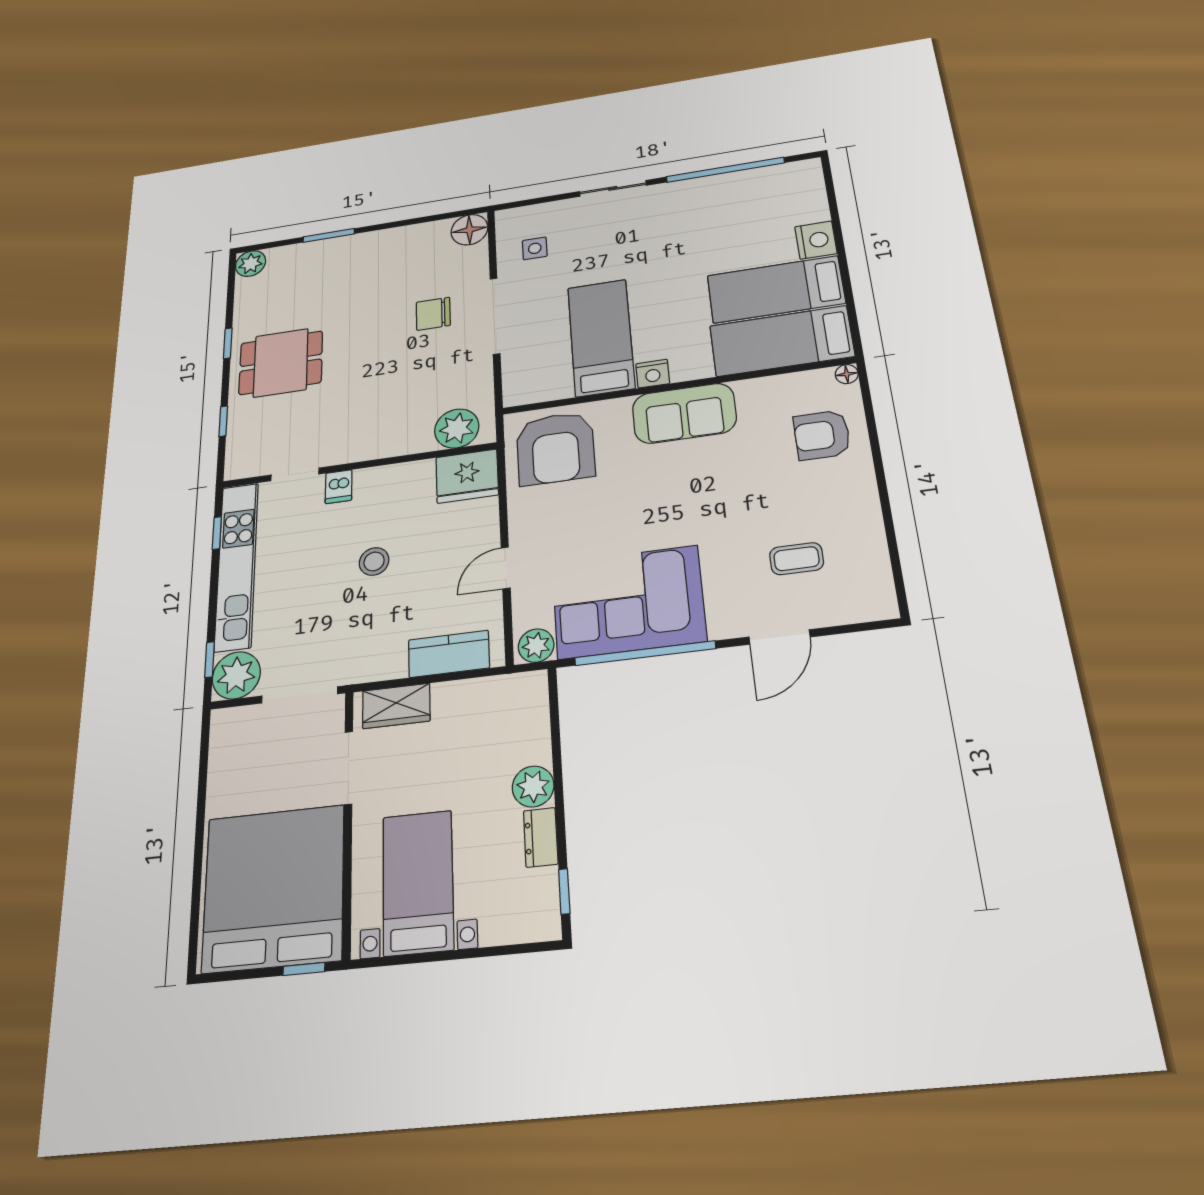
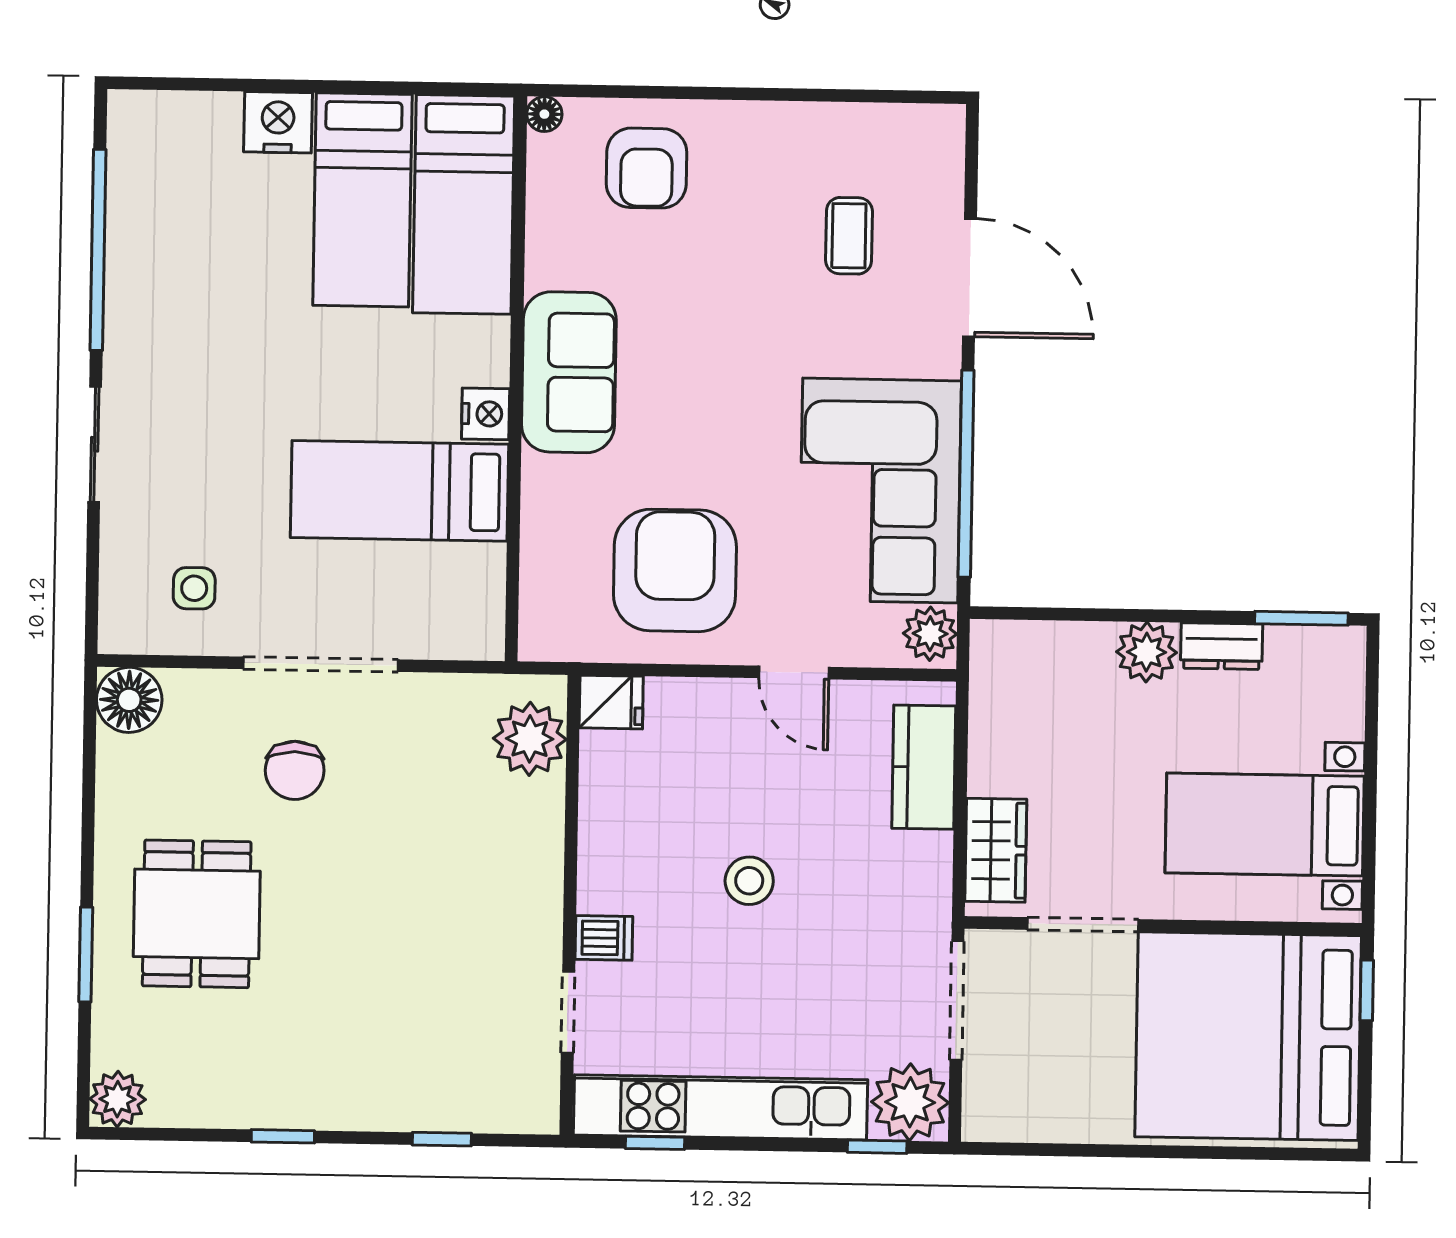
dining table: (281, 363) -> (197, 914), moved
armchair: (555, 448) -> (675, 570), moved, turned -90
fridge: (467, 476) -> (611, 702), width x0.53, depth x0.75
door: (780, 637) -> (970, 278), width x1.36
window: (564, 891) -> (1301, 618), width x1.50

